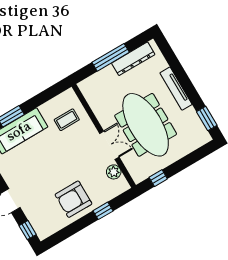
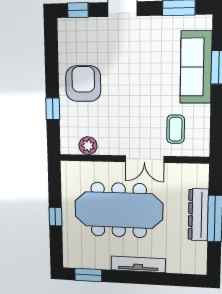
dresser: (133, 59) -> (198, 215), moved
double door: (109, 145) -> (144, 159), moved
window: (158, 178) -> (55, 217), moved

